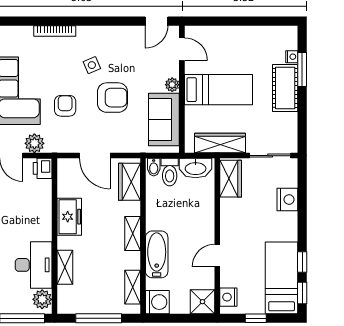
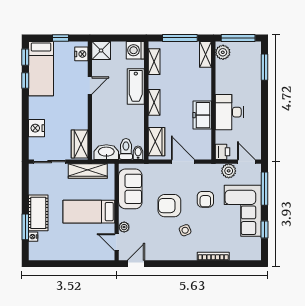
plant: (172, 85) -> (124, 227), moved
desk: (34, 265) -> (229, 112), moved
shelving: (65, 267) -> (206, 54), moved

